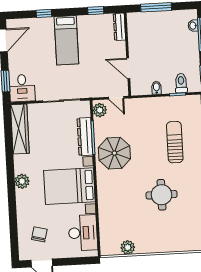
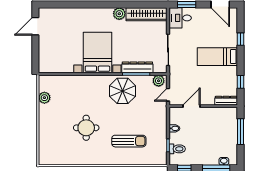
plant: (22, 181) -> (119, 14), moved
desk: (83, 233) -> (58, 61), removed
chair: (39, 234) -> (59, 26), removed

